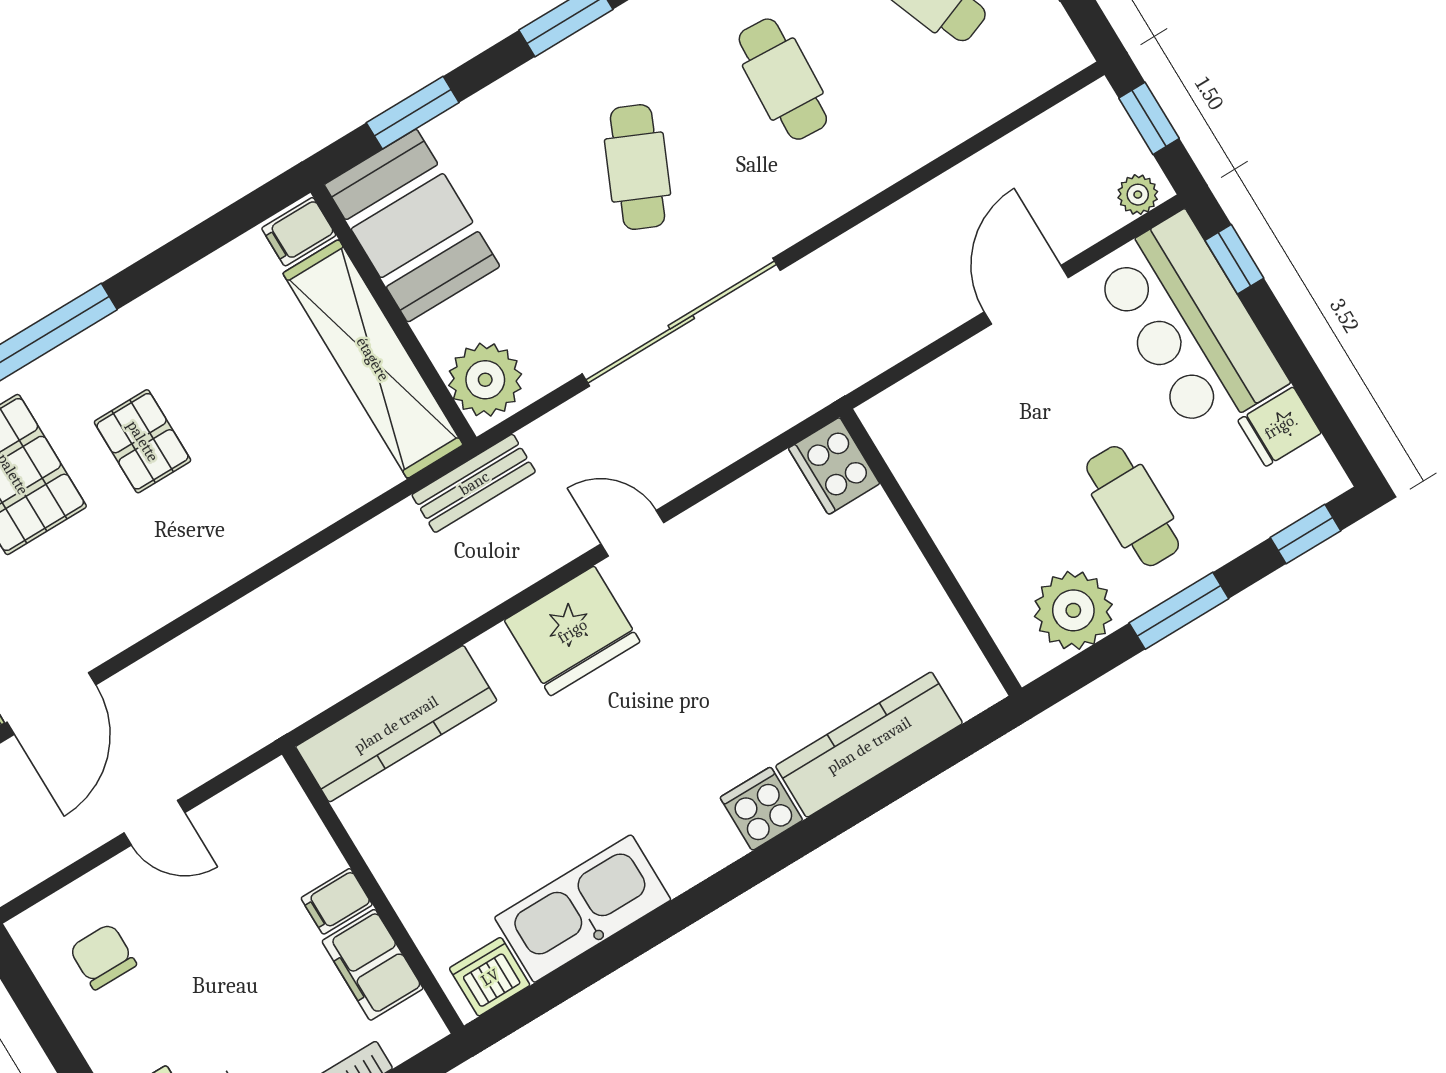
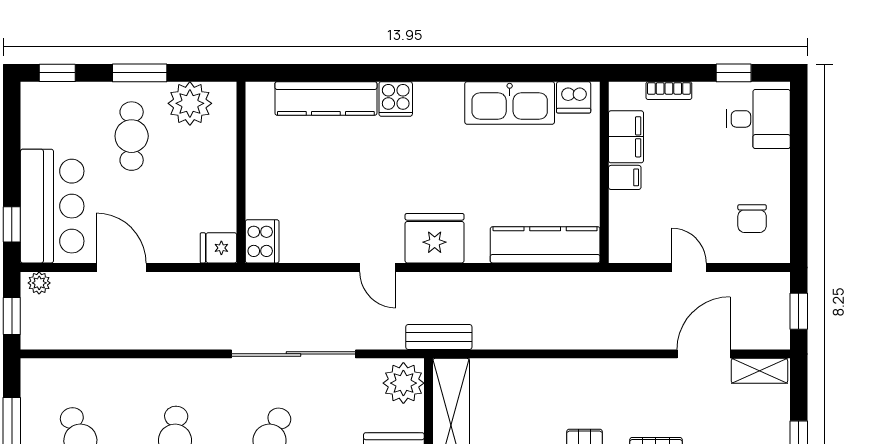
door: (1026, 295) -> (121, 267), swing flipped
fridge: (1279, 427) -> (218, 248), moved, turned 180

